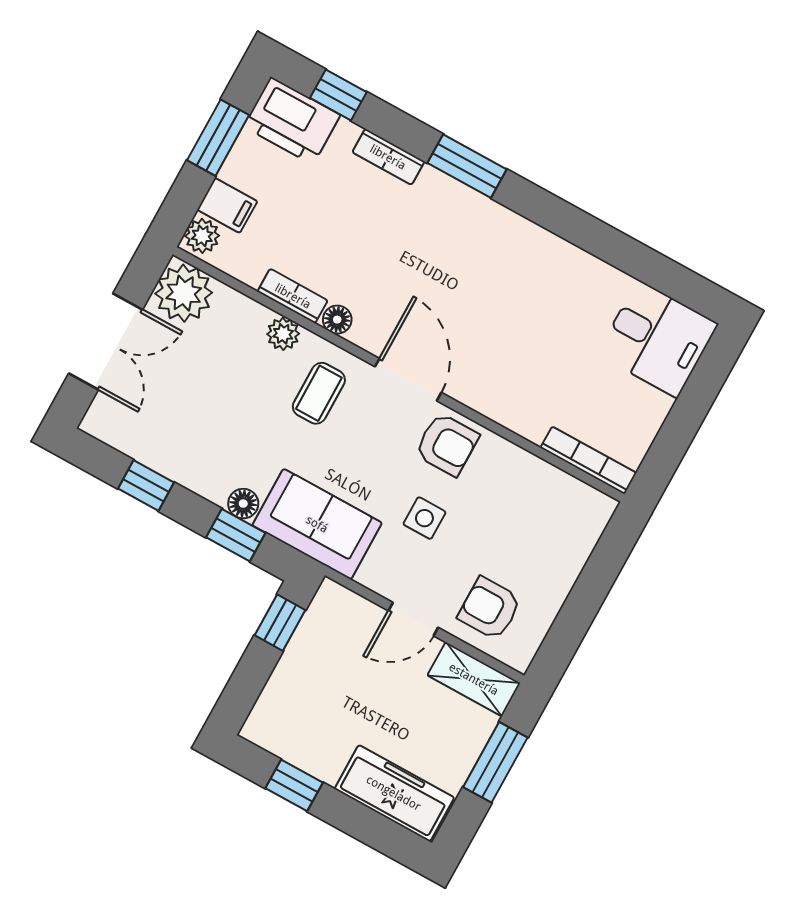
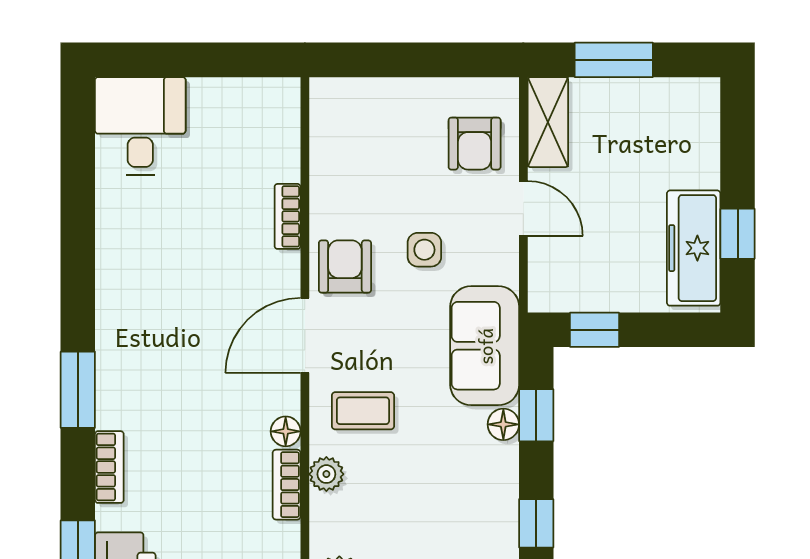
bookcase: (588, 460) -> (288, 216), moved, width x0.64
freezer: (394, 793) -> (694, 248), moved

